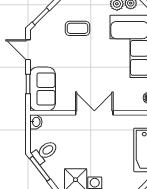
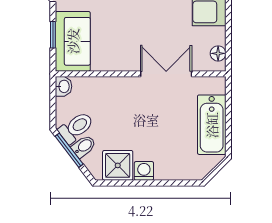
double door: (94, 113) -> (166, 74), moved
bidet: (51, 166) -> (84, 146), added

